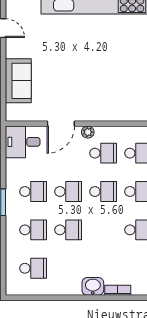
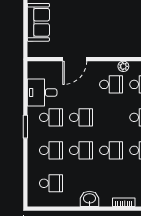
plant: (88, 132) -> (123, 66), moved
desk: (23, 142) -> (42, 92), moved
school desk: (103, 192) -> (111, 150), moved
washbasin: (93, 286) -> (89, 199), moved

